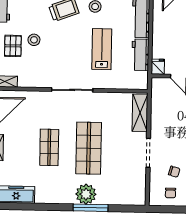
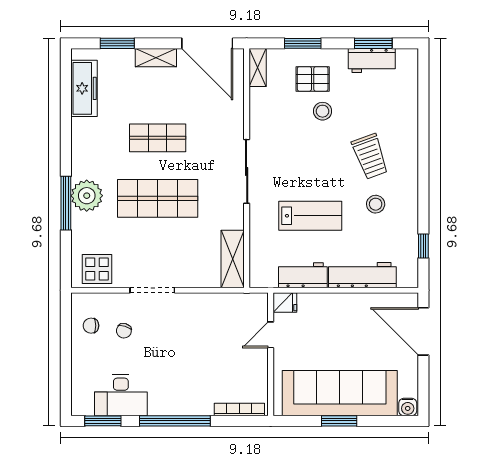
shelving: (140, 113) -> (233, 259), moved, turned 90
display table: (134, 188) -> (97, 269), added

